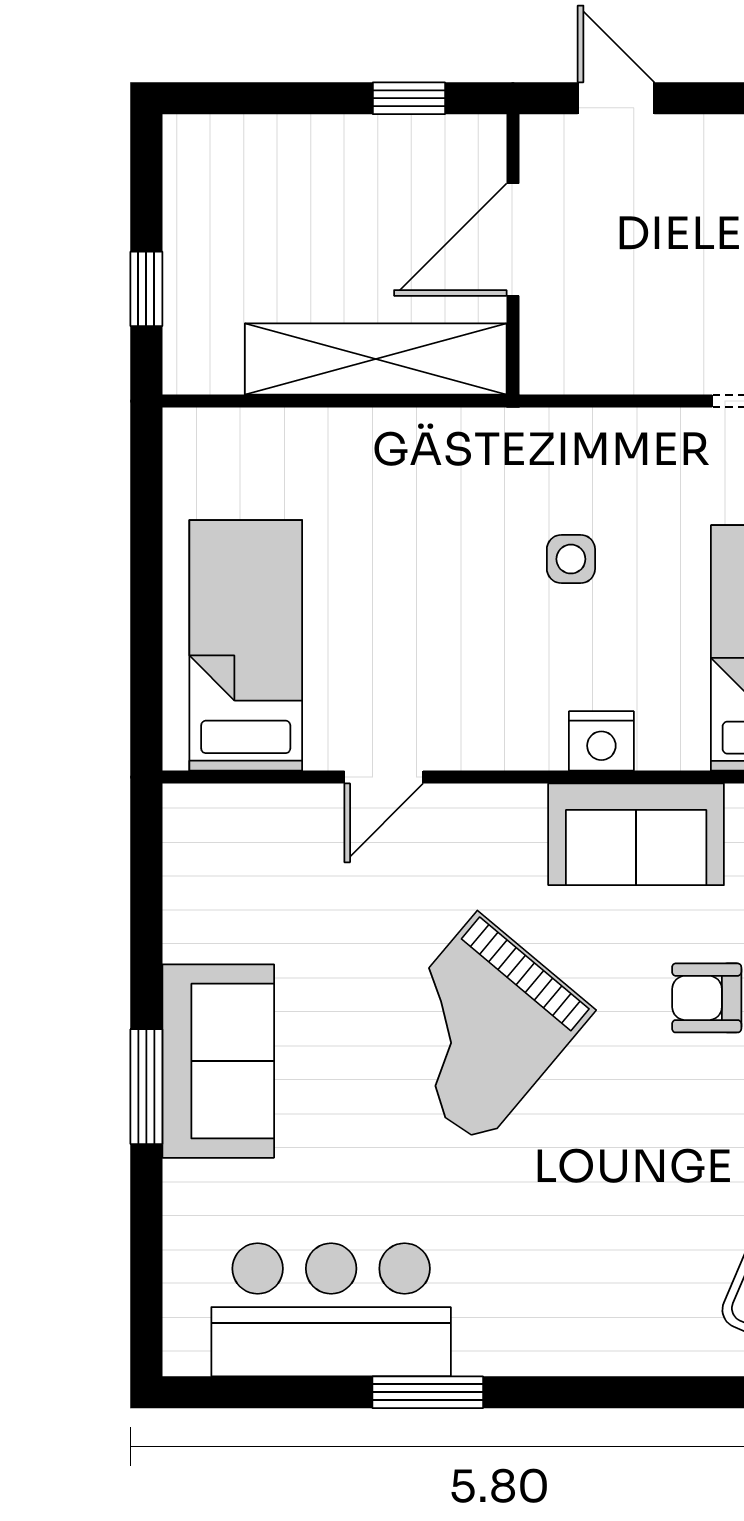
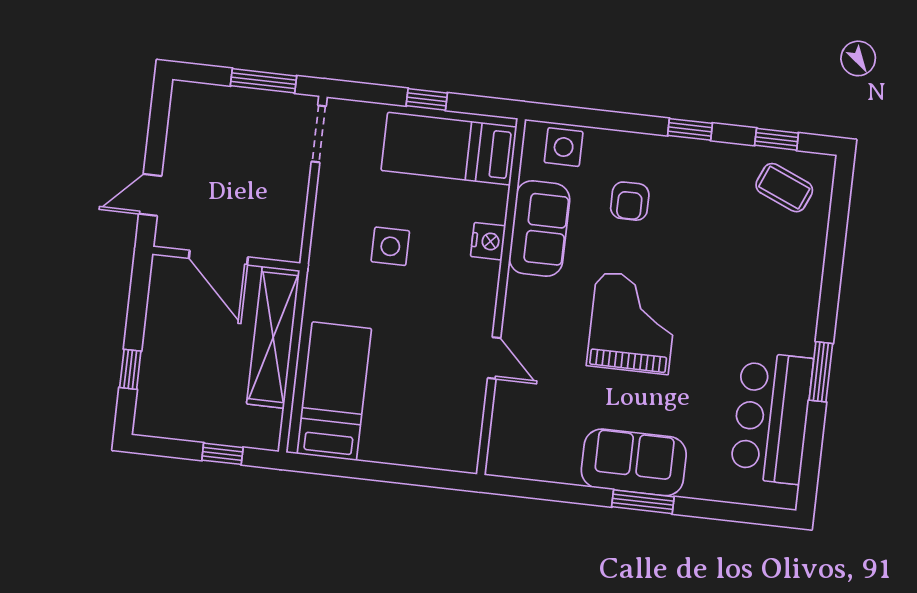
window: (409, 98) -> (130, 369), moved
side table: (571, 559) -> (390, 246), width x1.37, depth x1.37
bed: (246, 645) -> (334, 391), moved, turned 90
grand piano: (479, 1029) -> (632, 323), turned -130

